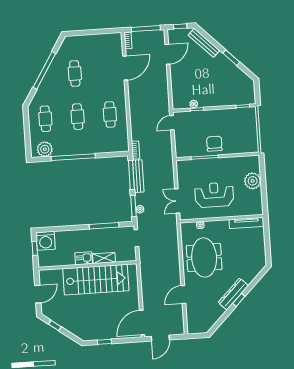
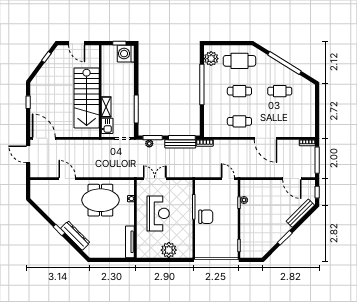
door: (125, 68) -> (266, 138), moved
cafe table: (45, 119) -> (239, 61), width x1.37, depth x1.35
kitchen sink: (84, 258) -> (107, 126), moved
dresser: (233, 294) -> (75, 236), moved

